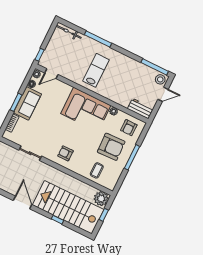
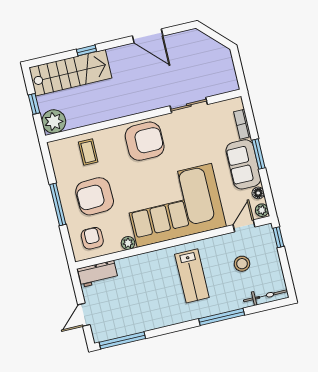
stool: (160, 79) -> (242, 264), moved
corner sofa: (86, 109) -> (174, 205), width x1.36, depth x1.36
armchair: (66, 153) -> (145, 141), width x1.88, depth x1.88
stairs: (68, 207) -> (70, 73), width x0.73, depth x0.66

